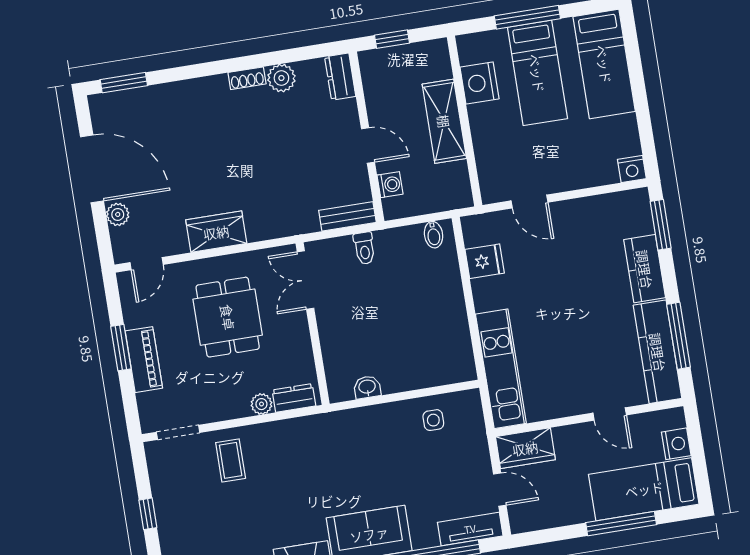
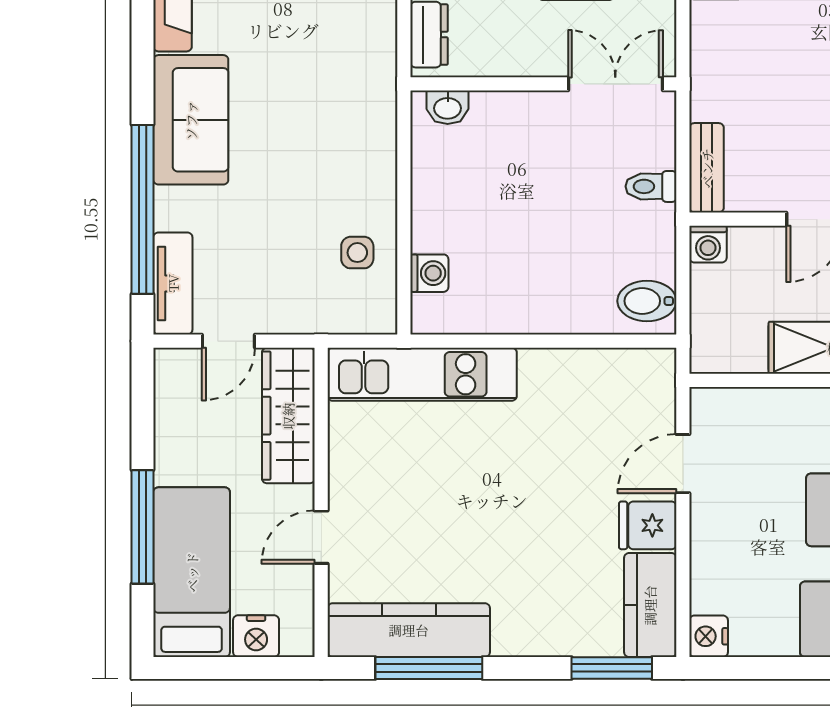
washing machine: (390, 185) -> (708, 244), moved
bidet: (434, 235) -> (647, 301), width x1.38, depth x1.36
fridge: (485, 261) -> (648, 525), moved, turned 90
kitchen counter: (645, 269) -> (650, 605), moved, turned -90
washing machine: (439, 374) -> (429, 273), added
washbasin: (367, 387) -> (448, 107), moved, turned 90
wardrobe: (525, 448) -> (288, 416), width x1.50

